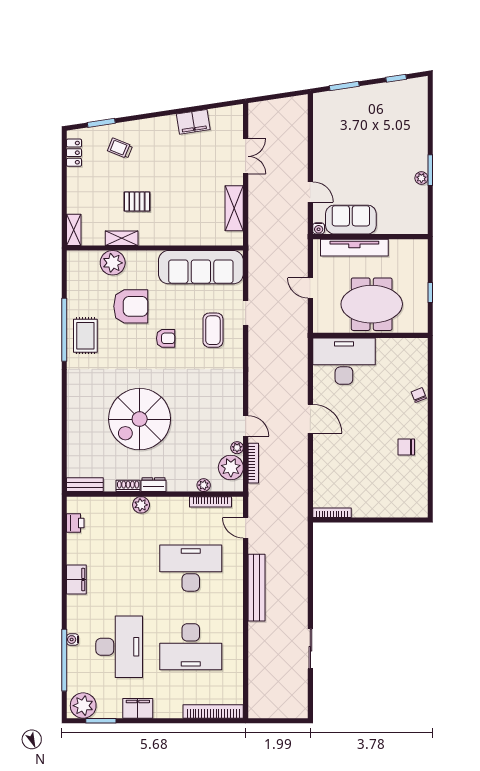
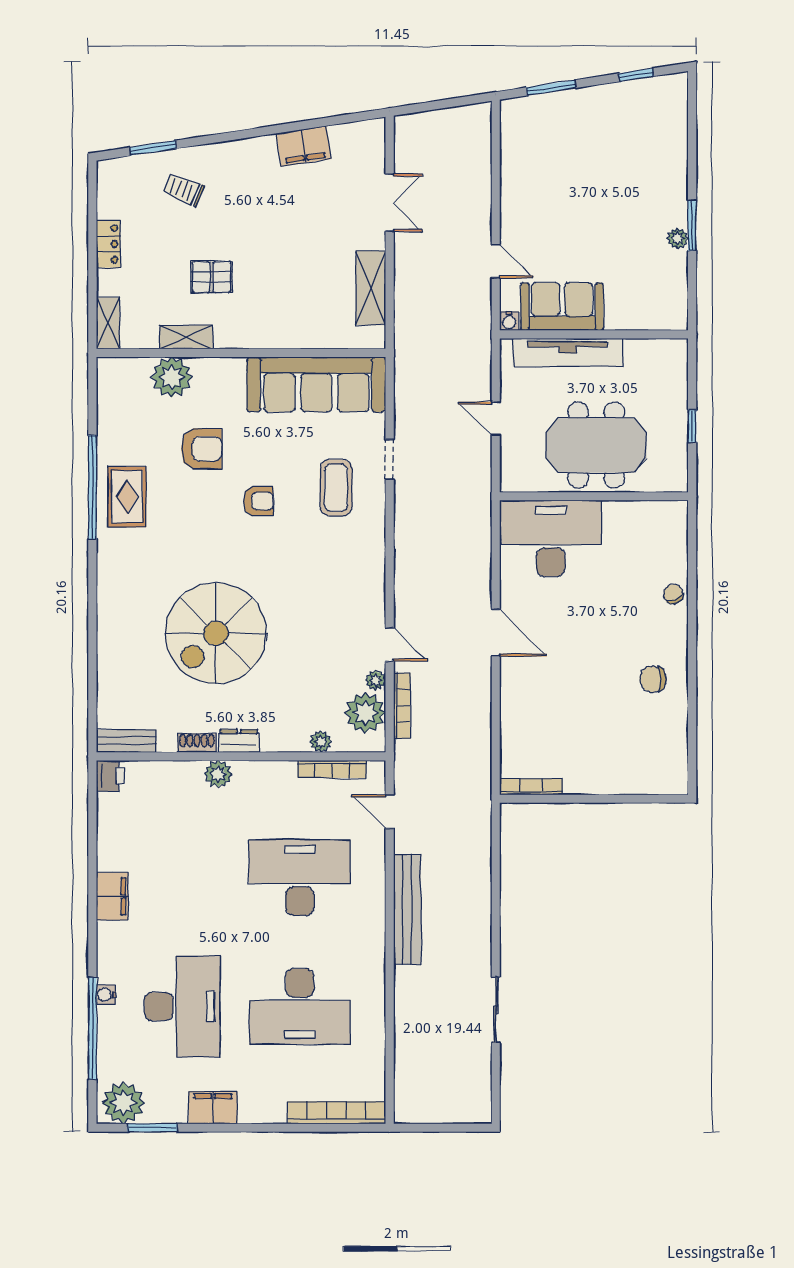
locker: (74, 153) -> (108, 244), moved
armchair: (131, 306) -> (201, 449), width x0.73, depth x0.73
printer: (75, 523) -> (110, 776), moved

